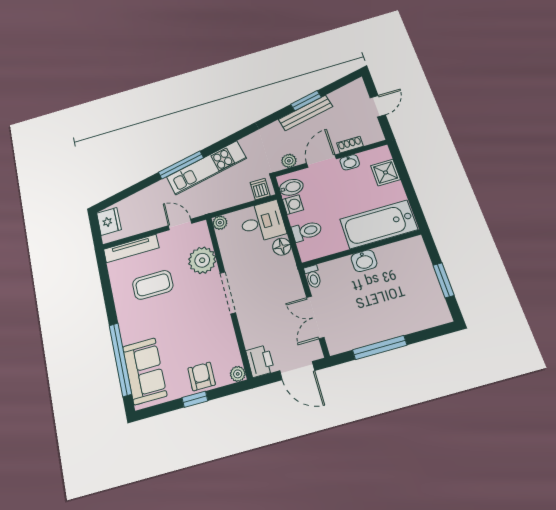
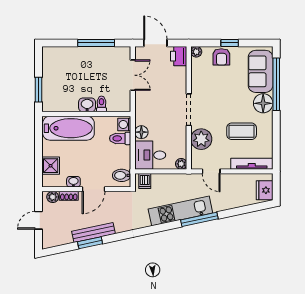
plant: (289, 161) -> (53, 197), moved
washing machine: (293, 205) -> (124, 125), moved
toilet: (313, 277) -> (101, 104), moved
window: (444, 280) -> (38, 90), moved
floor lamp: (132, 329) -> (263, 103), added

